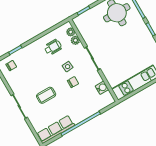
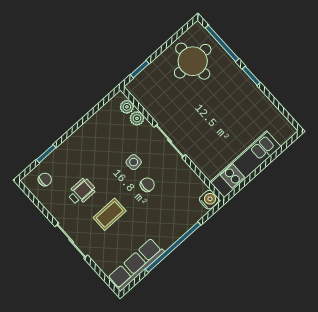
wheelchair: (53, 47) -> (81, 192), moved
water cooler: (102, 88) -> (209, 200), moved

